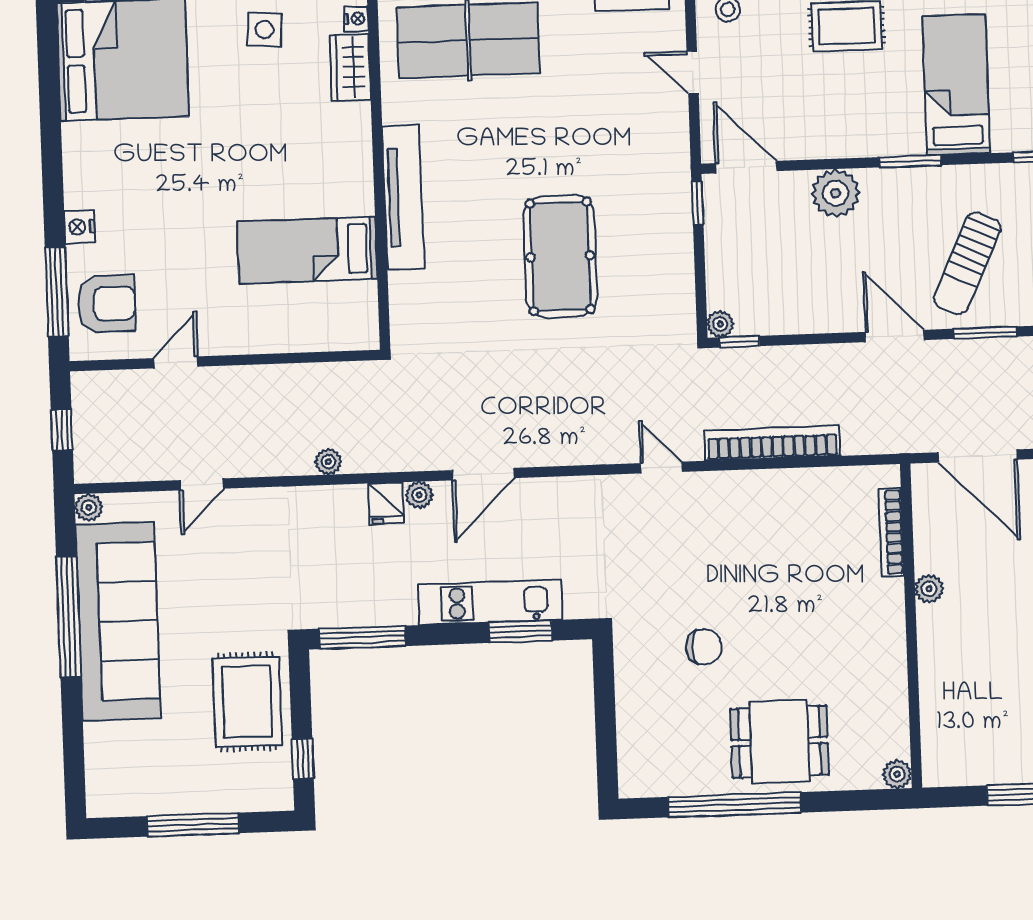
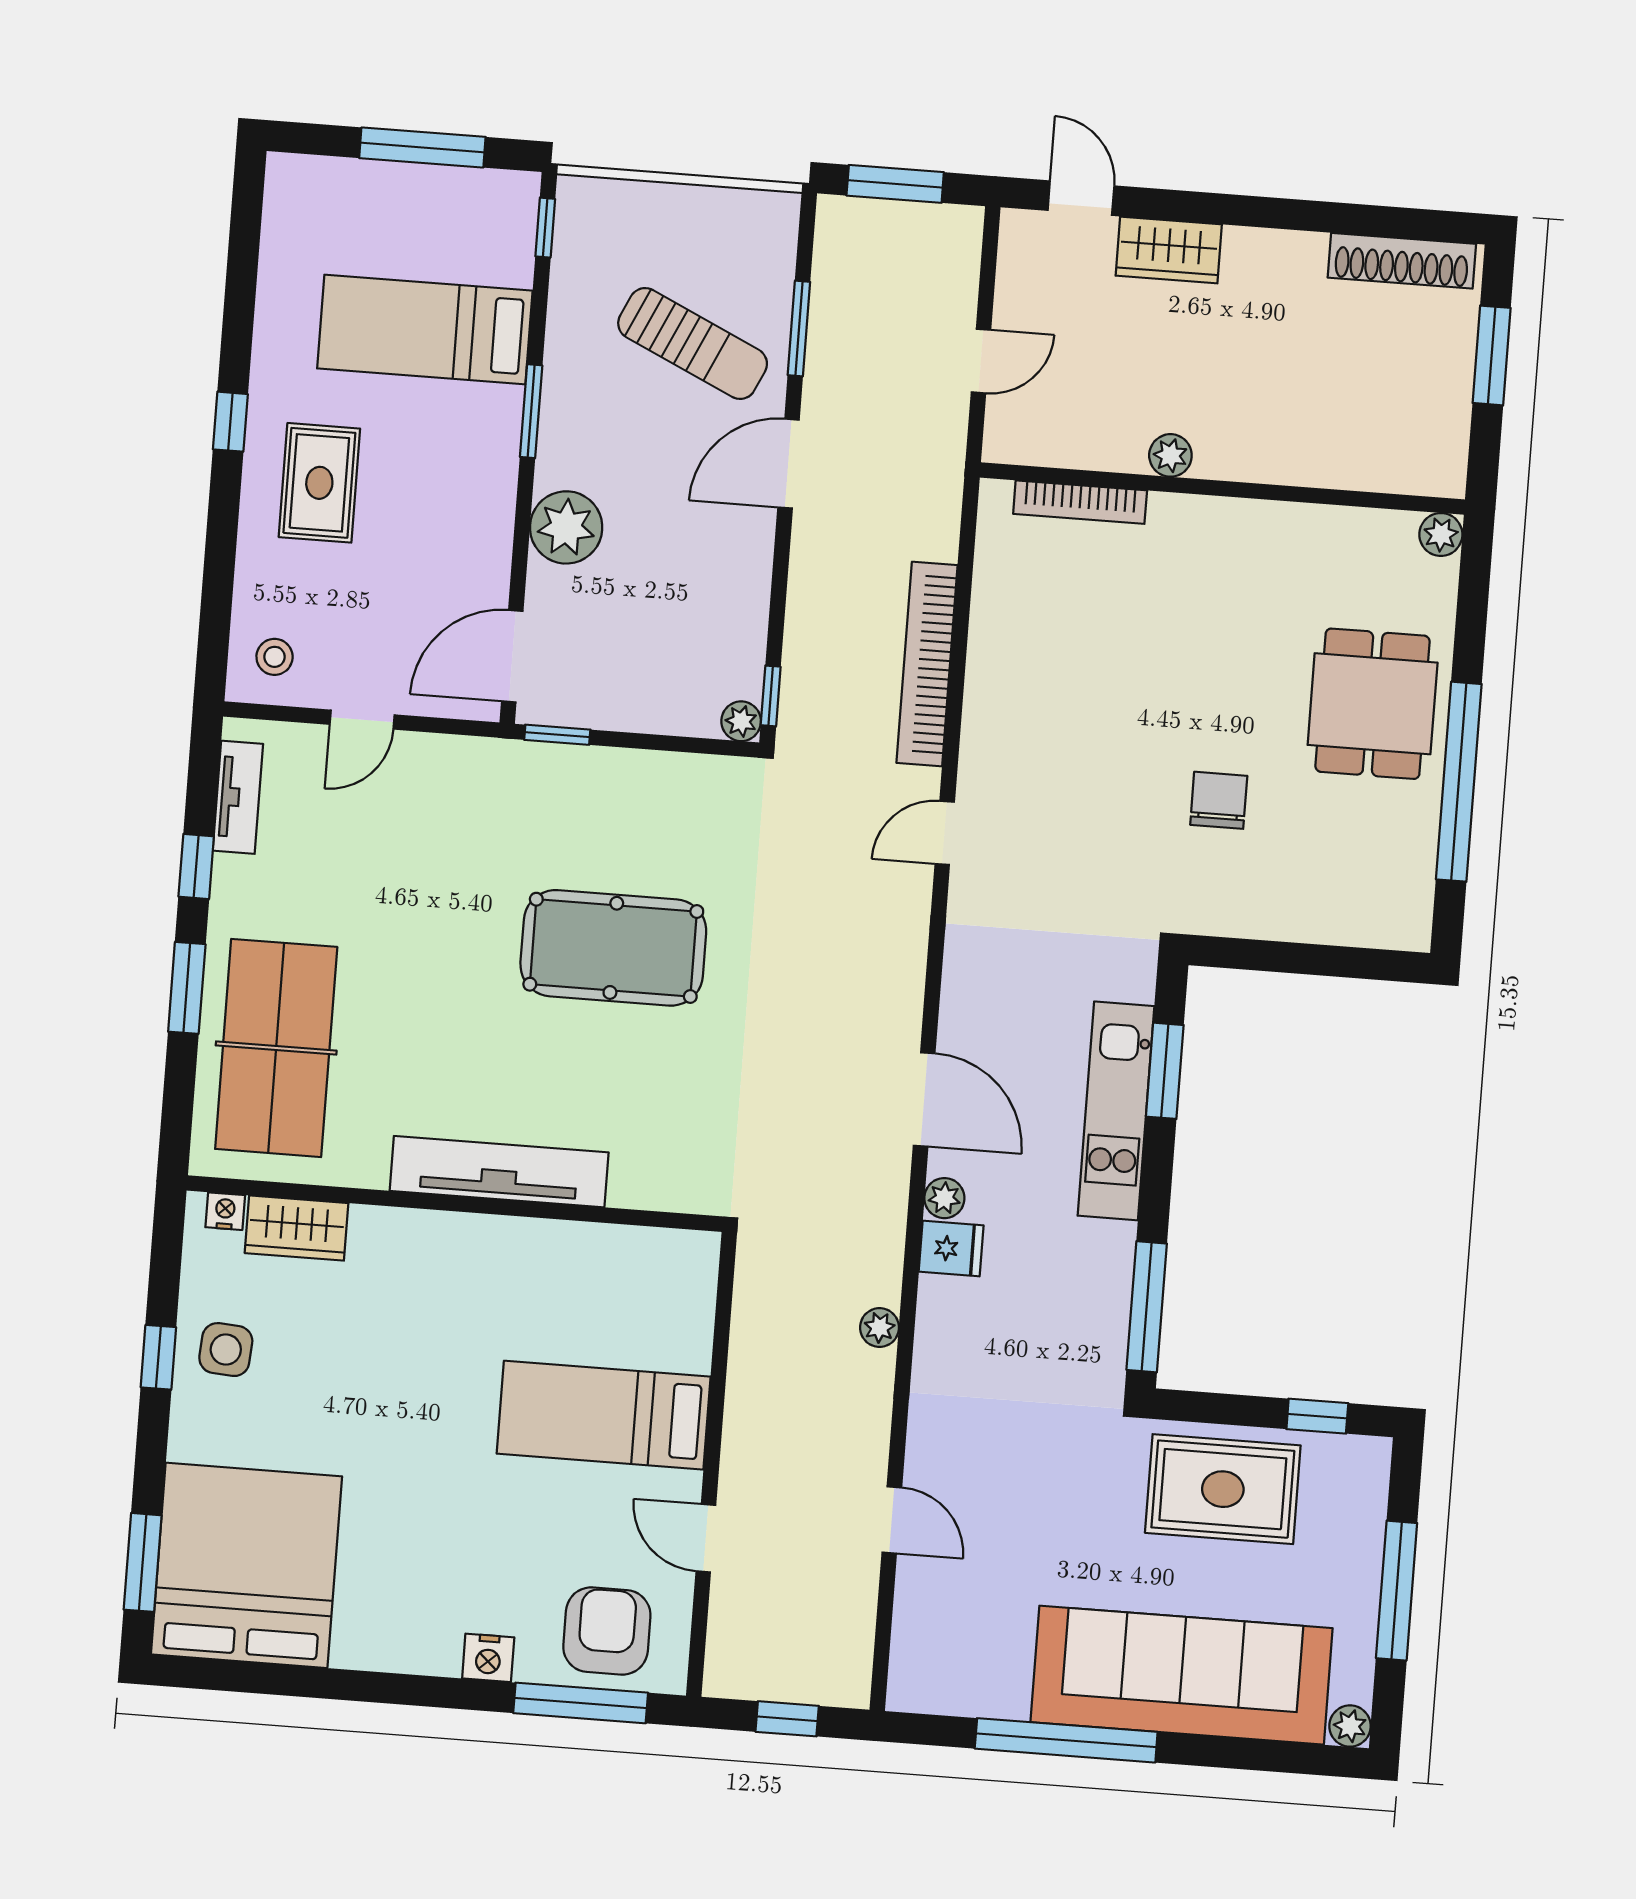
bed: (307, 250) -> (604, 1415), moved, turned 90
door: (977, 456) -> (981, 361), width x0.53
plant: (89, 507) -> (1350, 1726), moved
sofa: (118, 621) -> (1182, 1675), moved

